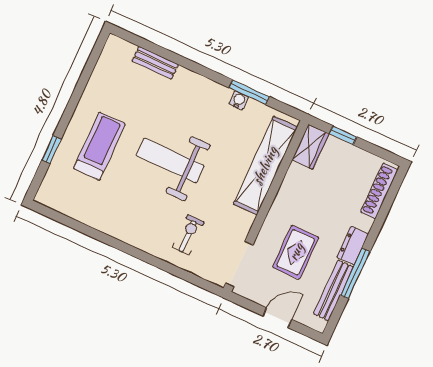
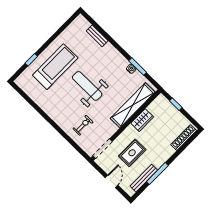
treadmill: (99, 146) -> (55, 67), width x1.37, depth x1.38
wardrobe: (310, 147) -> (142, 120), moved
dresser: (353, 246) -> (161, 160), removed
door: (277, 318) -> (112, 181), hinge flipped

